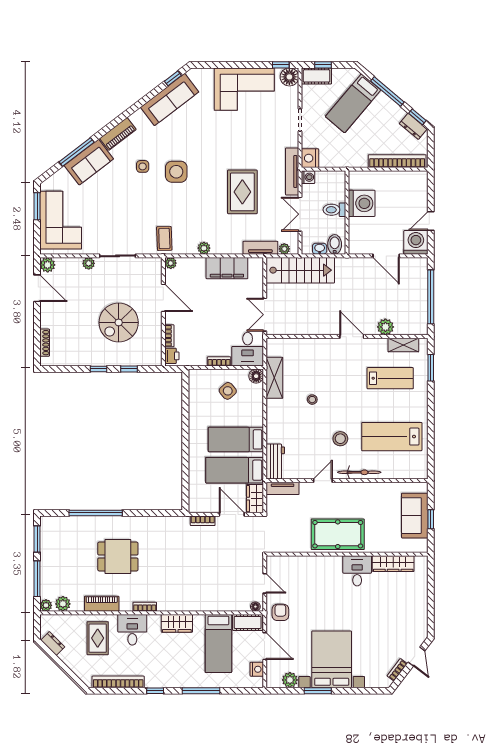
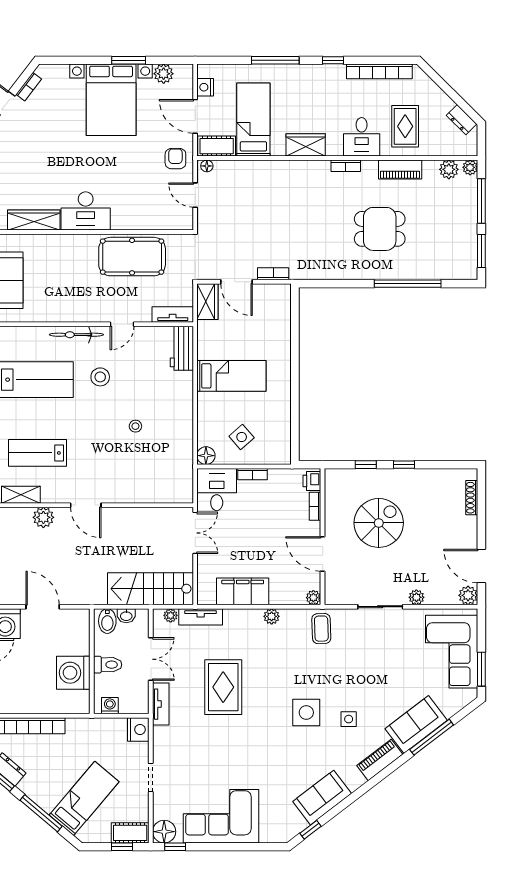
sofa: (170, 100) -> (322, 798), width x0.73
tv unit: (292, 171) -> (161, 704), width x0.71
washing machine: (308, 177) -> (110, 706), moved, turned 90
shelving: (274, 378) -> (183, 454), removed
bed: (235, 470) -> (233, 337), removed
pool table: (338, 534) -> (132, 257), moved
desk: (357, 571) -> (86, 211), width x1.37
armchair: (280, 612) -> (175, 159), turned 180

